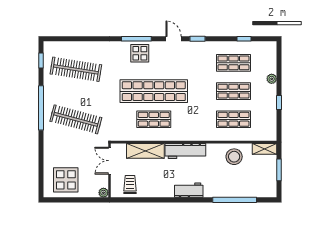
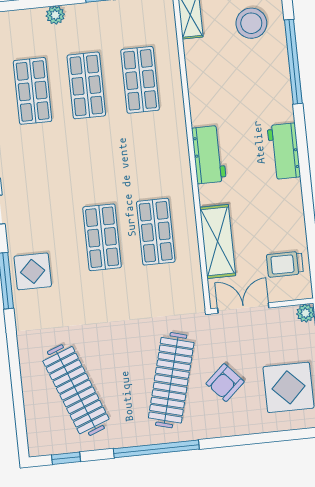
clothes rail: (76, 69) -> (76, 390), turned -30
shop shelf: (154, 91) -> (102, 237), width x0.50, depth x0.74
armchair: (72, 147) -> (225, 383), added
workbench: (185, 151) -> (209, 155), width x0.73
stool: (234, 157) -> (251, 23), moved
double door: (109, 161) -> (243, 308), swing flipped

